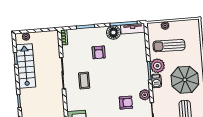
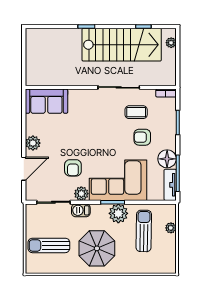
stairs: (26, 66) -> (122, 45), width x1.36, depth x1.51
corner sofa: (132, 68) -> (118, 180), added
coffee table: (84, 80) -> (136, 112), moved
barbecue: (156, 81) -> (81, 210), moved

